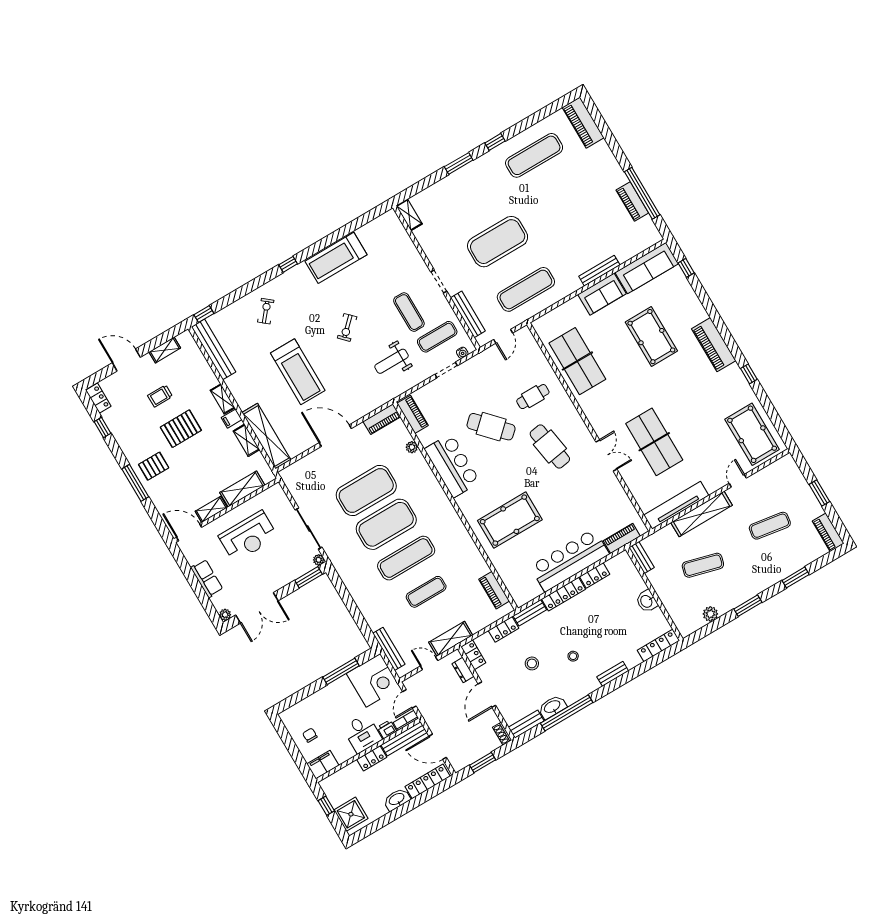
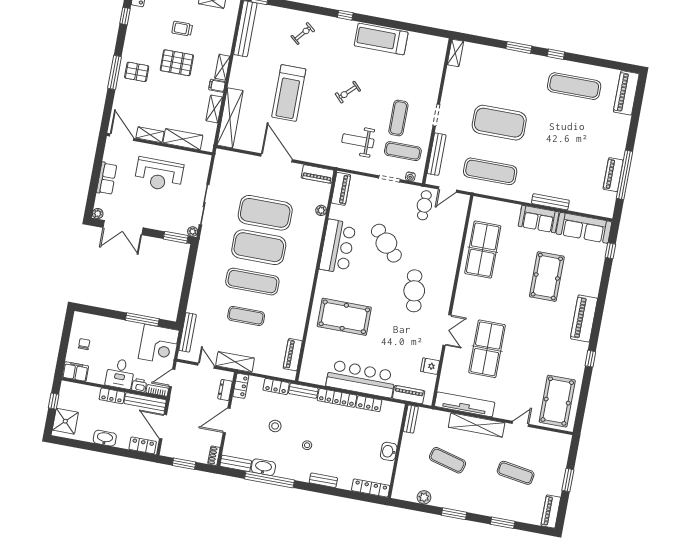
cafe table: (533, 397) -> (424, 205), moved, turned 90
fridge: (619, 498) -> (430, 366), added
locker: (428, 781) -> (143, 445), width x0.66

